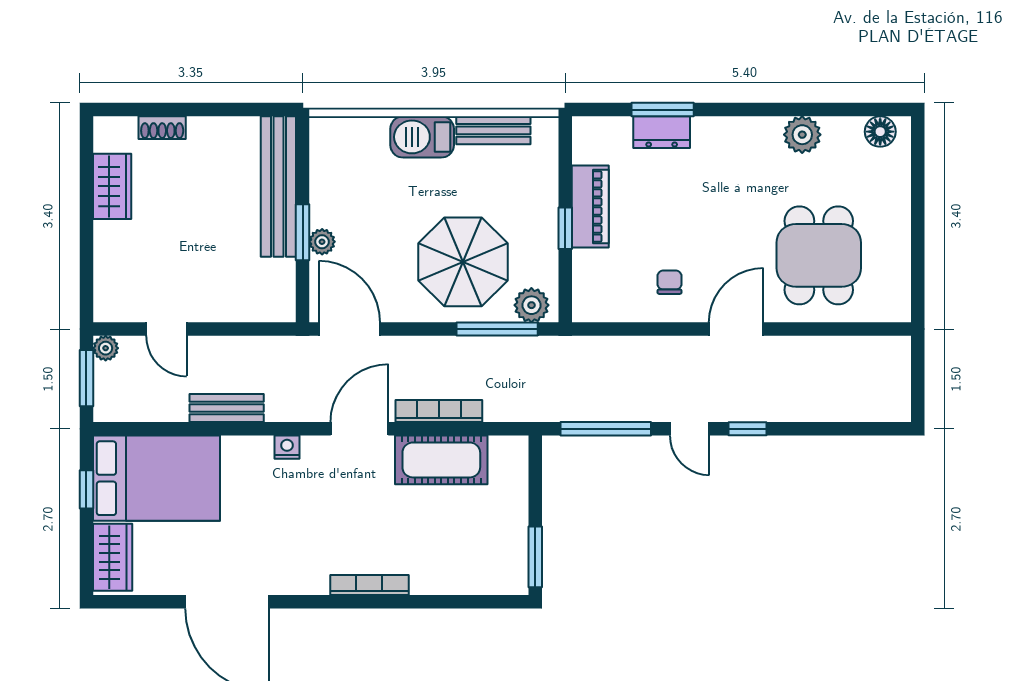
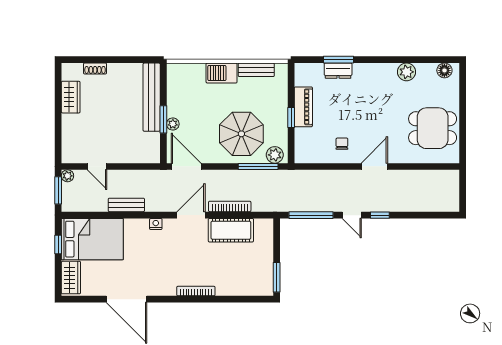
dining table: (819, 255) -> (433, 128), moved, turned 90

